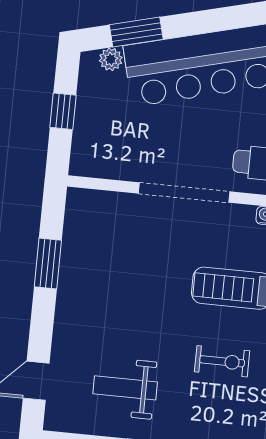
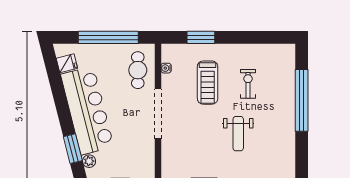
weight bench: (125, 388) -> (238, 134), moved

